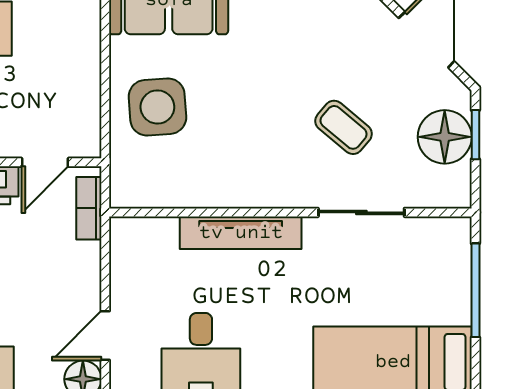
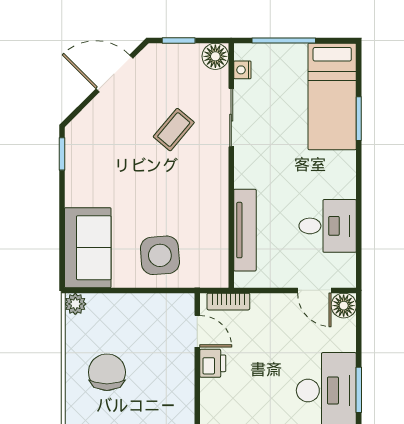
floor lamp: (445, 137) -> (215, 56), moved, width x0.73, depth x0.73
nightstand: (432, 229) -> (242, 70), added
tv unit: (241, 233) -> (245, 230), moved

